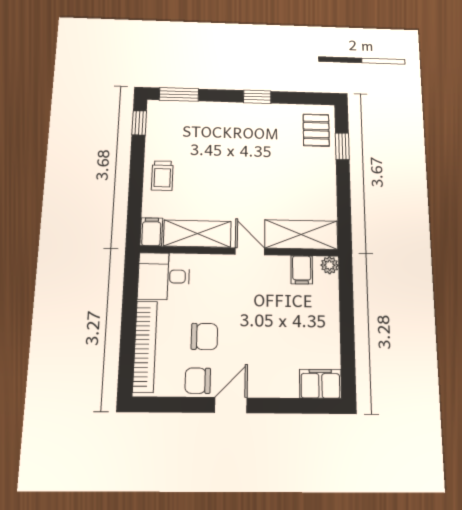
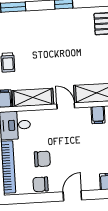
door: (231, 405) -> (72, 196), moved

